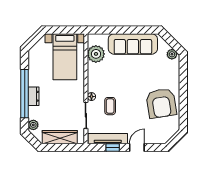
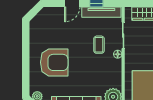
armchair: (161, 103) -> (54, 62), moved, turned 99

